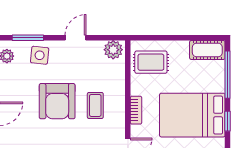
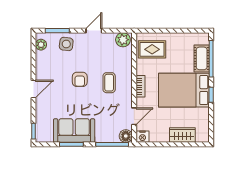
cot: (207, 50) -> (202, 58), moved, turned 90
armchair: (57, 101) -> (80, 79), width x0.53, depth x0.53

